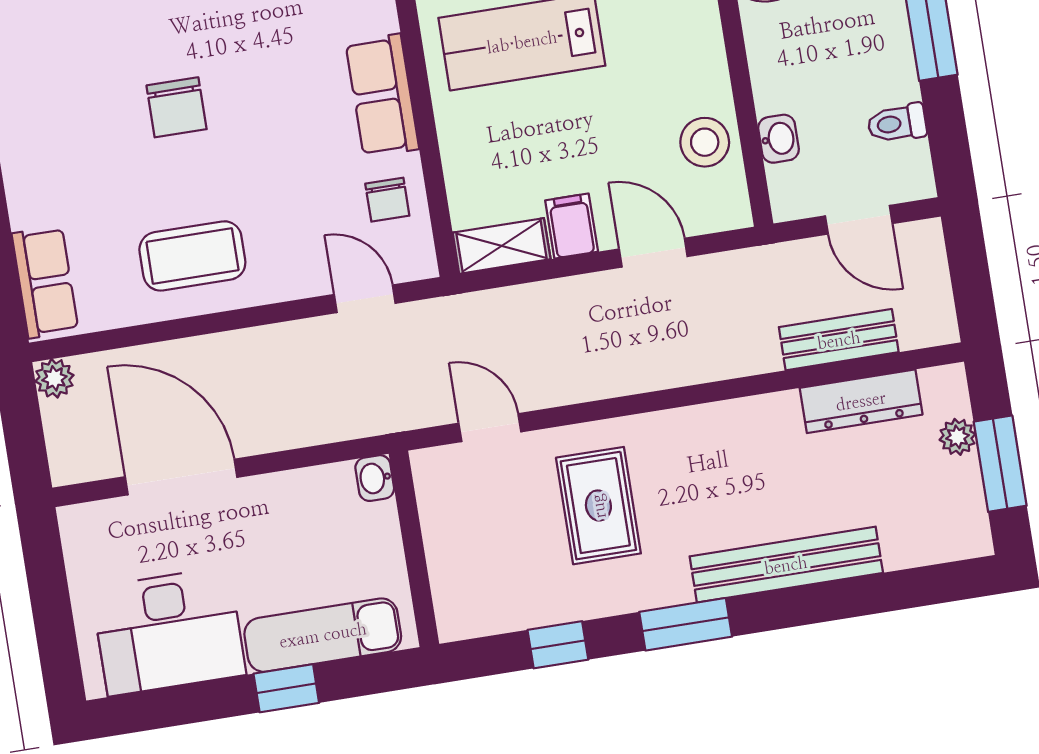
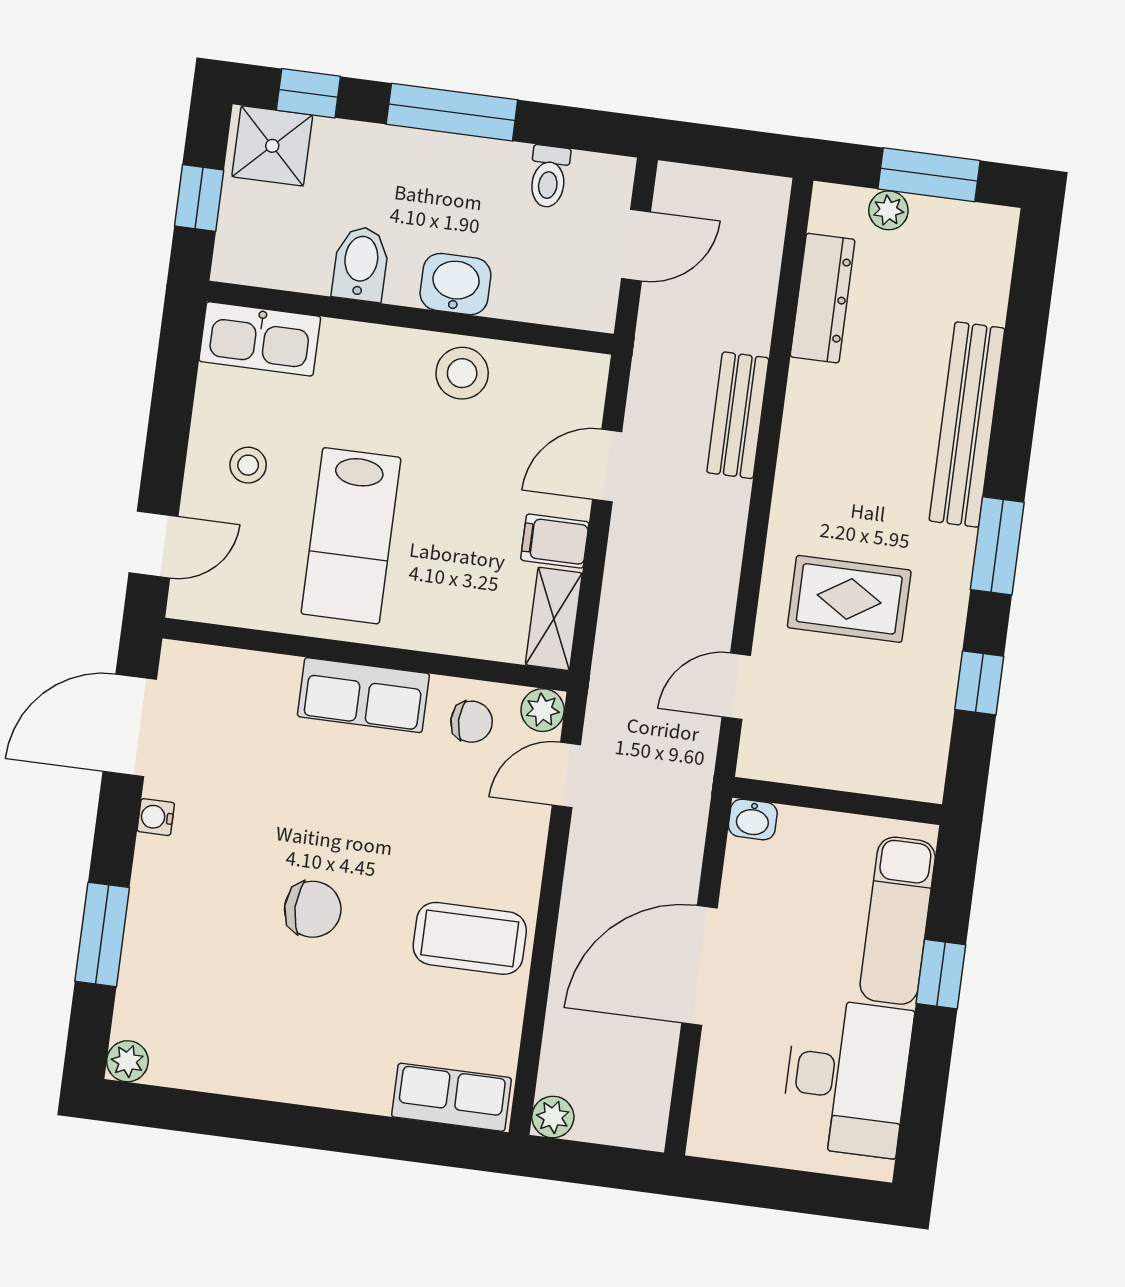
washbasin: (778, 139) -> (455, 284), moved, width x1.38, depth x1.45
stool: (705, 142) -> (462, 373), moved
coffee table: (192, 256) -> (470, 938), turned 90
plant: (417, 260) -> (543, 710), added
bench: (839, 340) -> (738, 415), moved
door: (181, 477) -> (699, 966), moved

